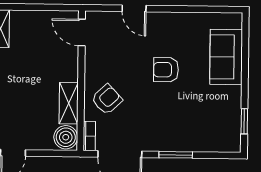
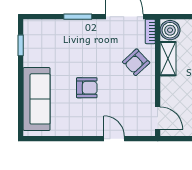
sofa: (226, 57) -> (37, 99), width x1.36

